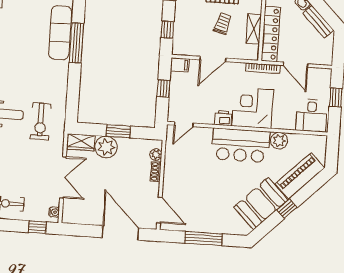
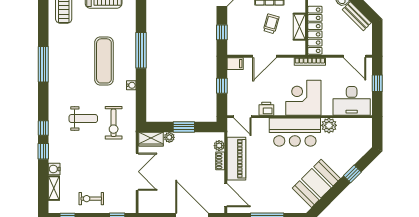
exercise mat: (60, 33) -> (104, 61), moved
door: (296, 65) -> (355, 56), moved
desk: (311, 115) -> (352, 101), width x1.37
printer: (223, 118) -> (266, 109), moved
door: (184, 124) -> (242, 117), hinge flipped
plant: (106, 147) -> (169, 137), width x0.53, depth x0.53
piano: (300, 176) -> (236, 159), moved, turned 135
window: (287, 209) -> (352, 174), moved
water cooler: (54, 212) -> (131, 85), moved

